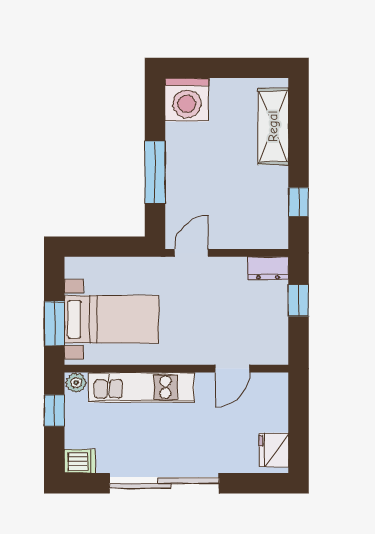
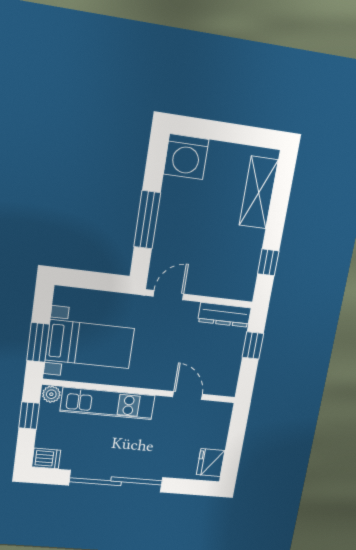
dresser: (268, 268) -> (224, 315), width x1.44
door: (232, 369) -> (188, 396), swing flipped

